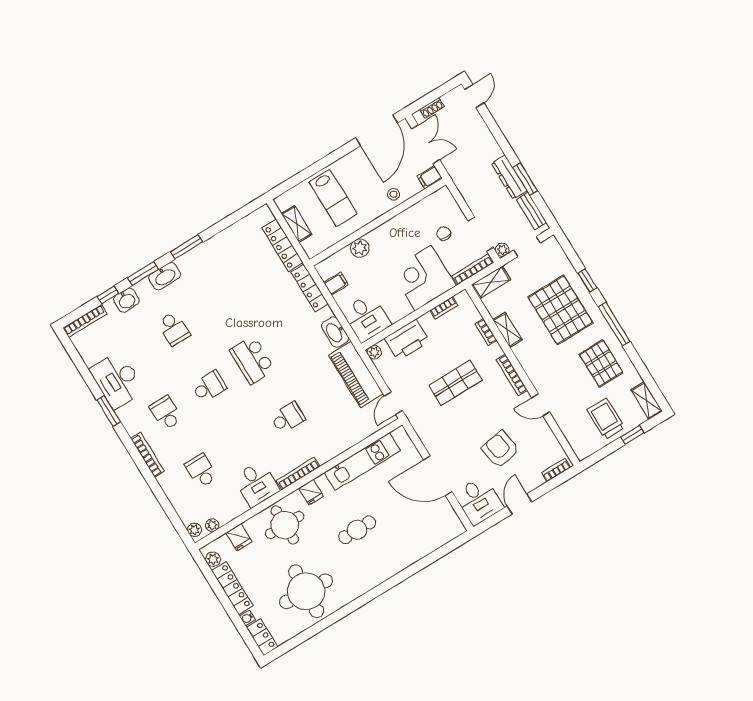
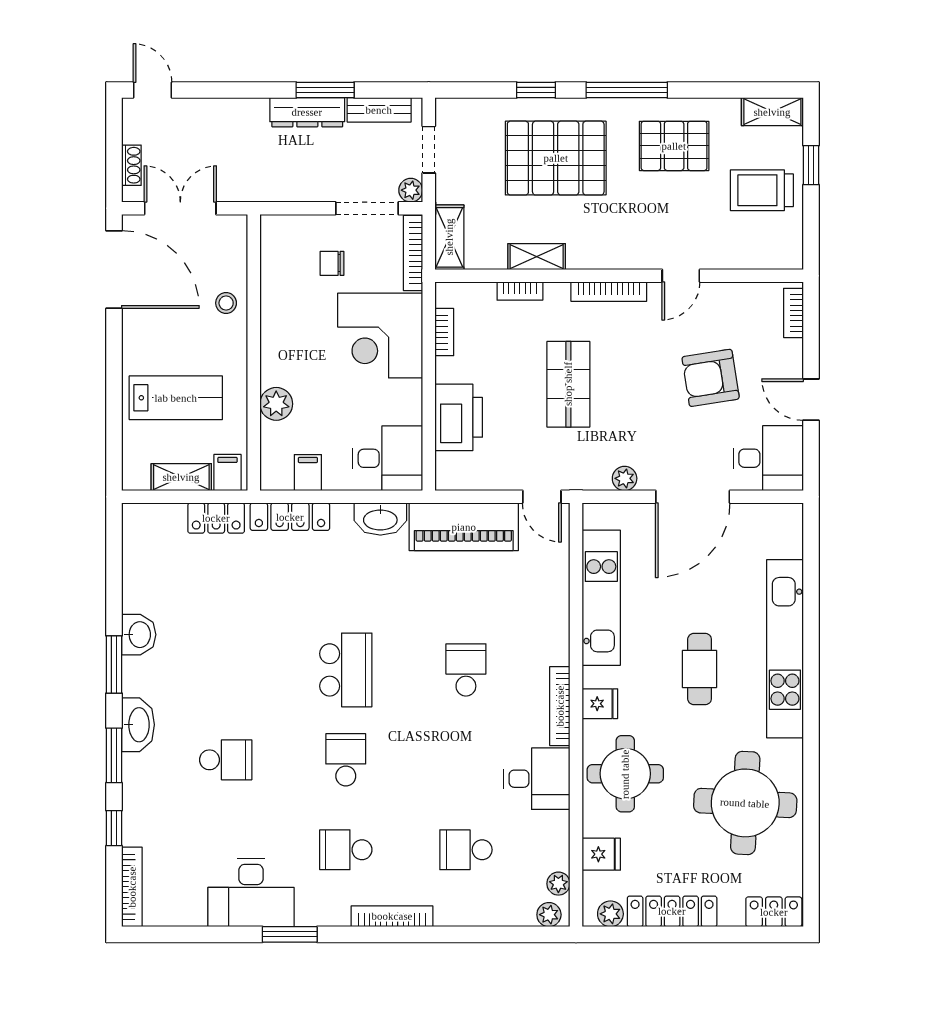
filing cabinet: (430, 177) -> (227, 473), moved, turned 180
locker: (283, 245) -> (216, 518), width x0.66
washbasin: (126, 300) -> (139, 635), moved
plant: (374, 352) -> (625, 478), moved
school desk: (252, 360) -> (346, 670), turned -90
kitchen unit: (392, 565) -> (785, 649), added
water cooler: (247, 618) -> (731, 916), removed

